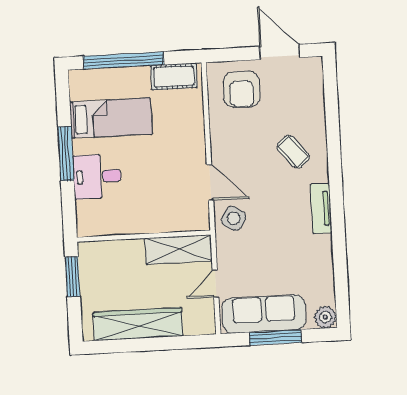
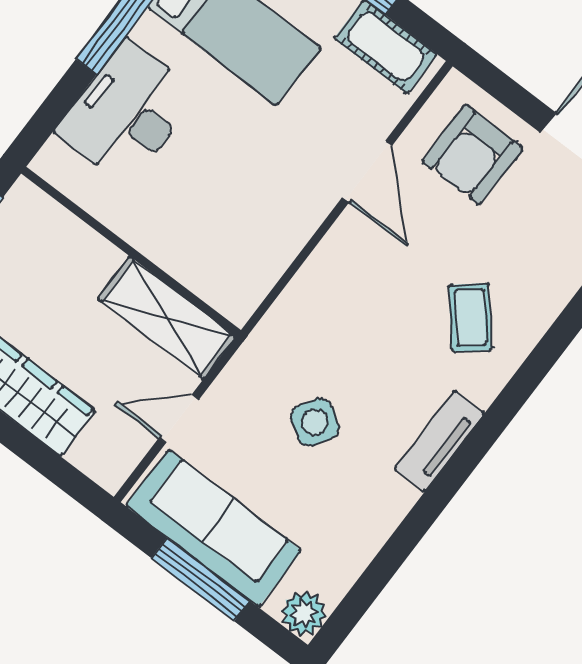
desk: (97, 177) -> (127, 113), width x1.37
door: (210, 182) -> (367, 172), moved
side table: (234, 218) -> (315, 422), moved

